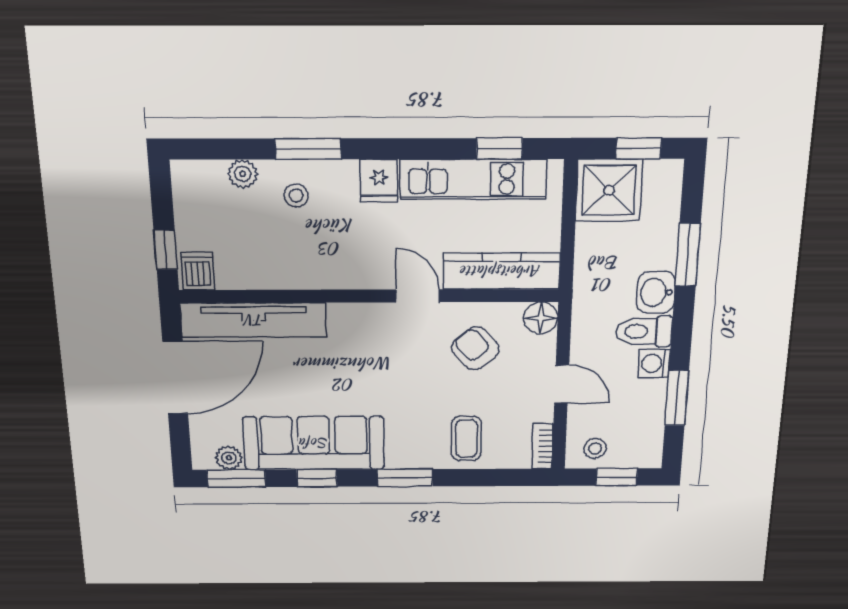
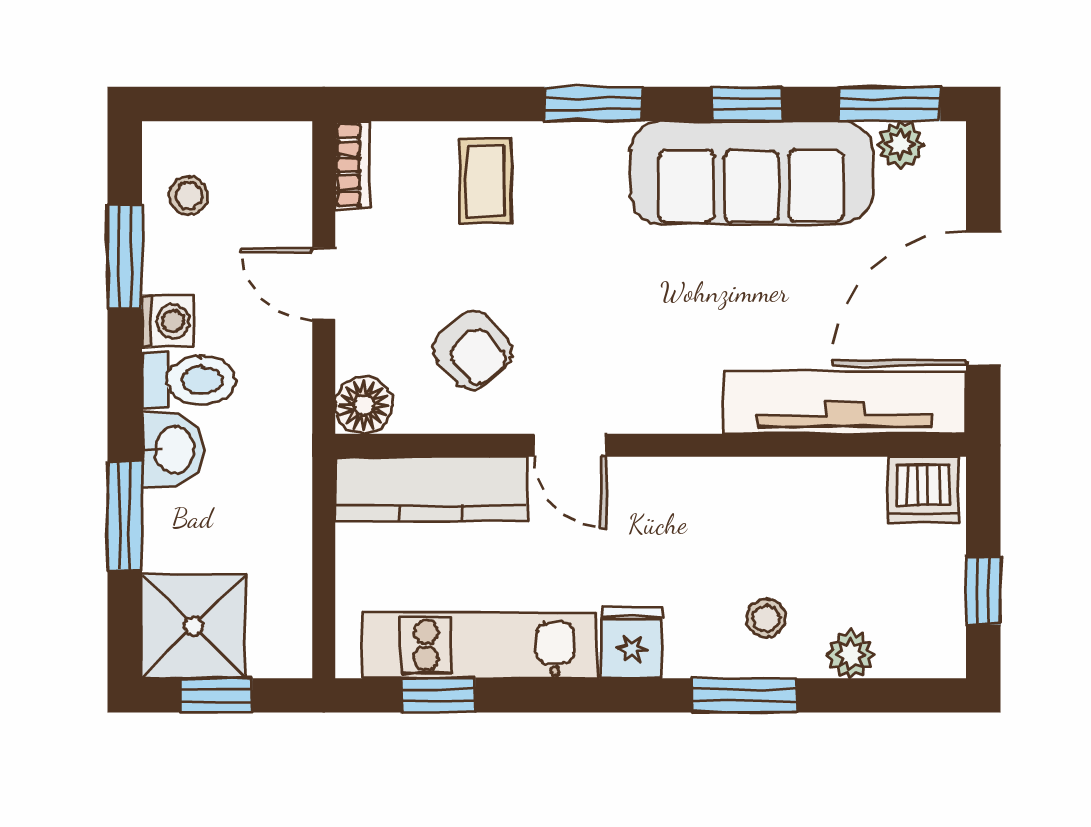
shower: (609, 190) -> (194, 626), moved
window: (166, 250) -> (983, 591), moved
dishwasher: (198, 271) -> (923, 490), width x1.38
stool: (595, 449) -> (189, 196), moved
window: (617, 477) -> (220, 104), removed

